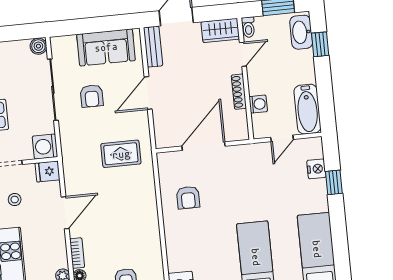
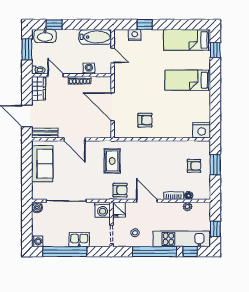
armchair: (92, 96) -> (120, 190), moved

